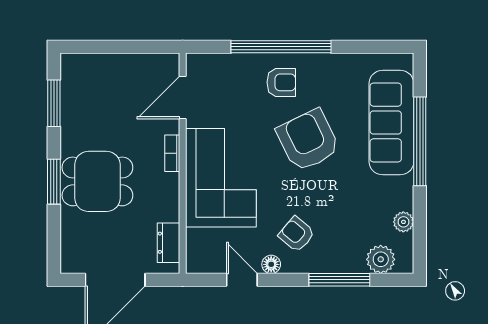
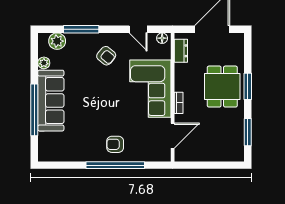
sofa: (391, 123) -> (51, 101), moved
armchair: (308, 140) -> (99, 111), removed
dining table: (97, 181) -> (222, 87), turned 90
floor lamp: (271, 264) -> (162, 38), moved

